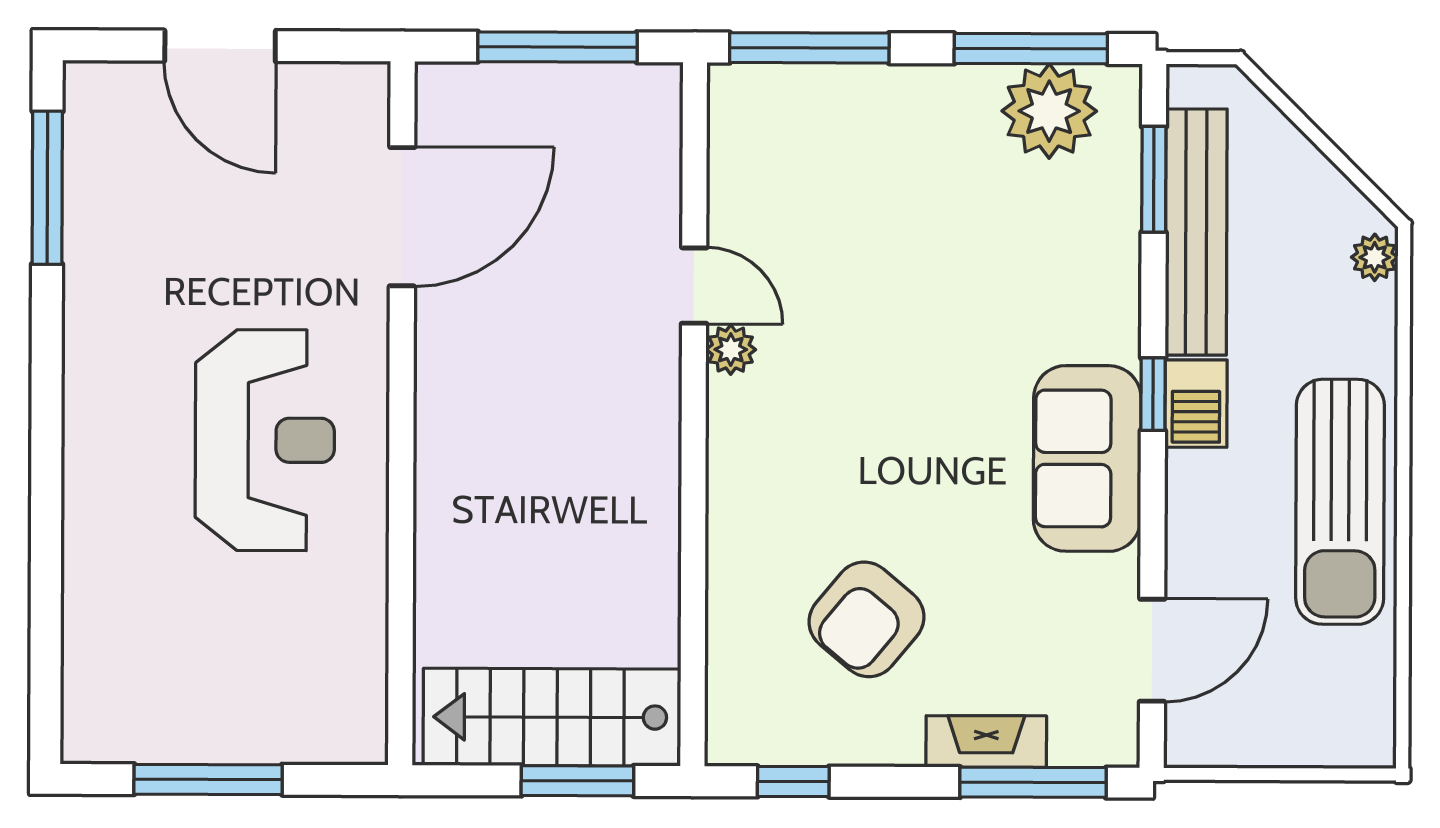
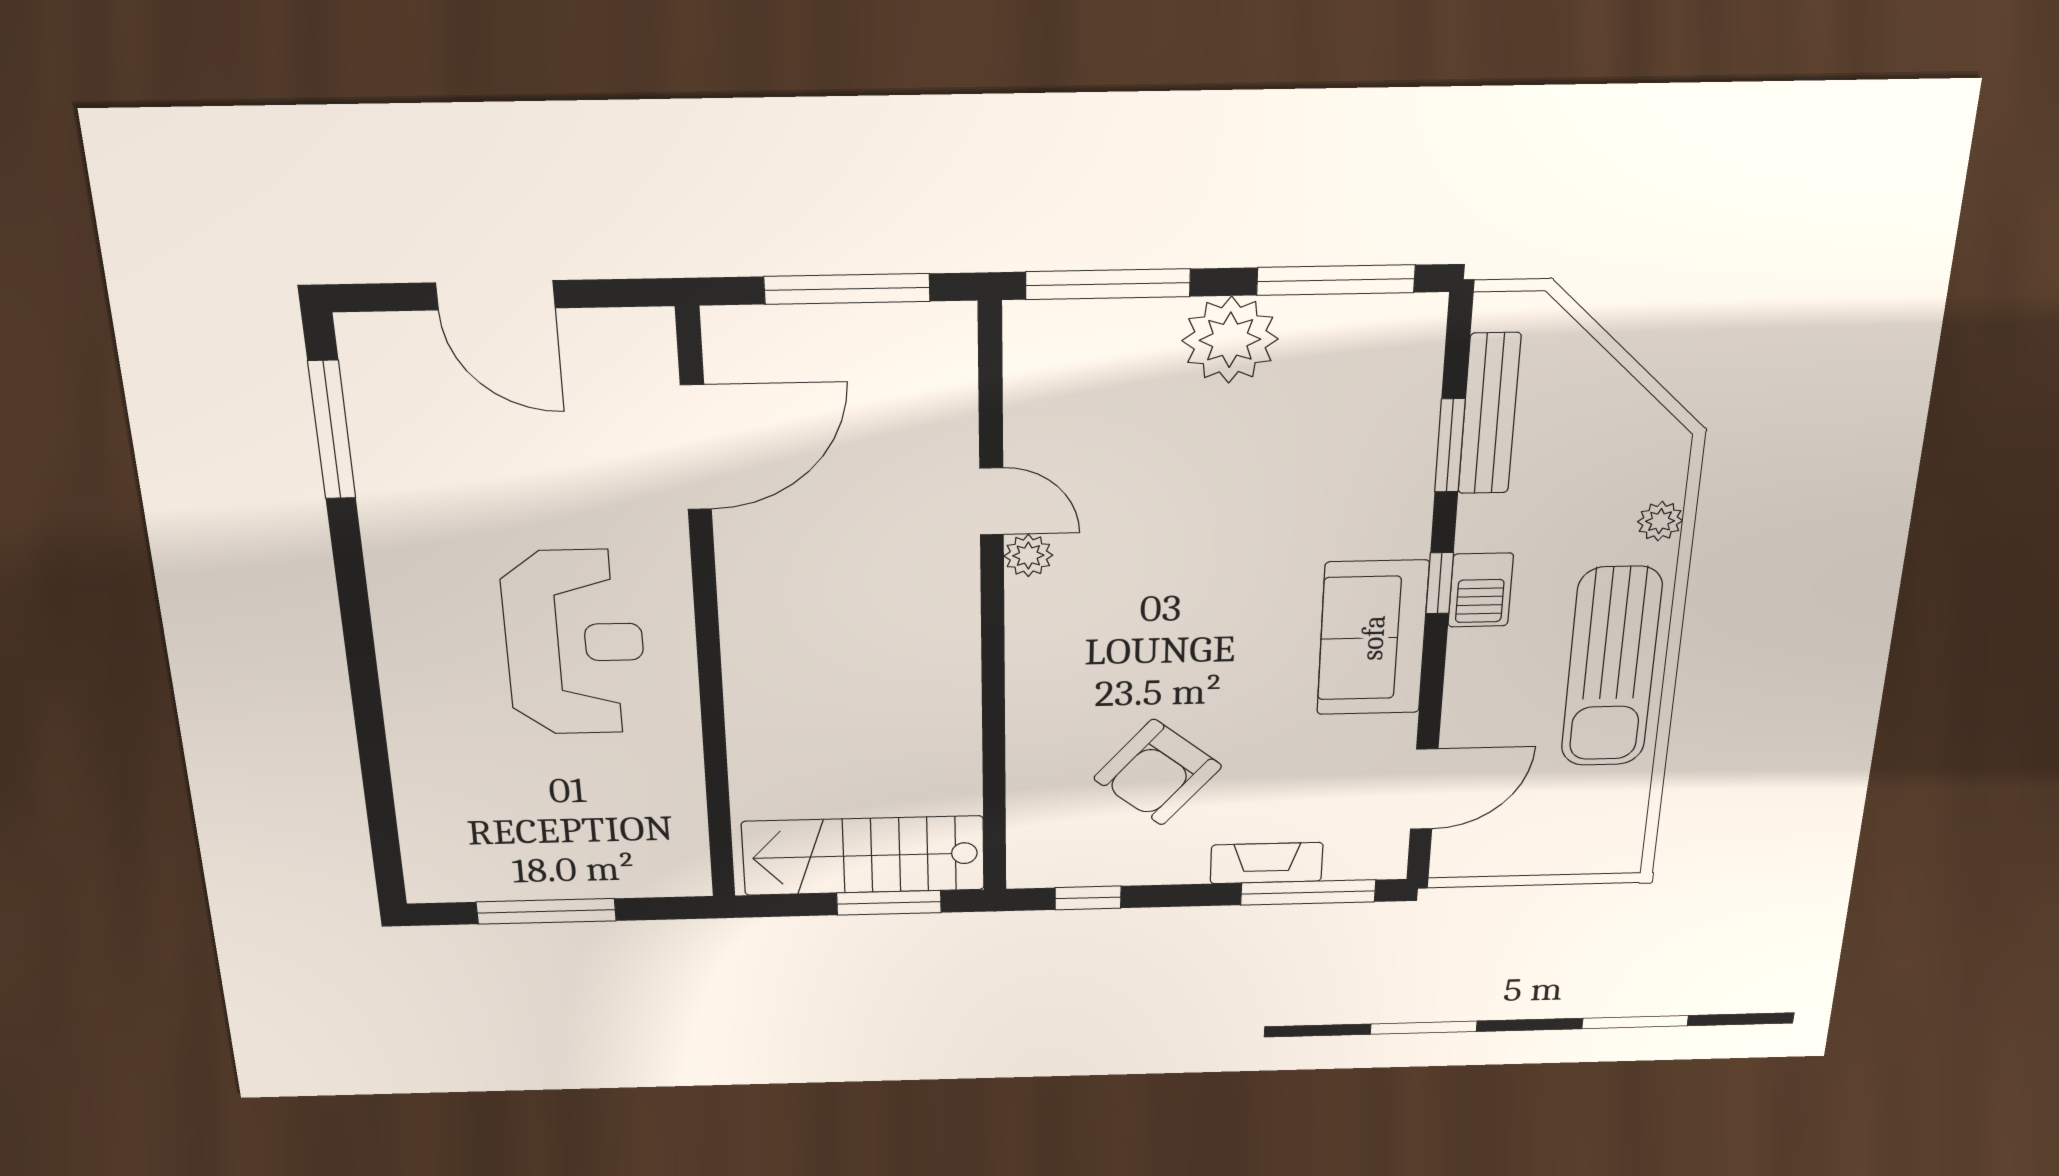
plant: (1049, 111) -> (1230, 340), moved
window: (1154, 179) -> (1450, 446), moved
bench: (1196, 232) -> (1489, 414), width x0.73, depth x0.82
plant: (1375, 257) -> (1660, 521), moved

